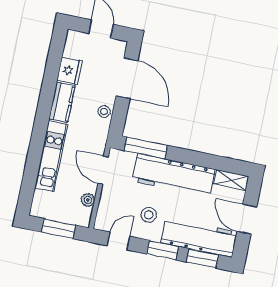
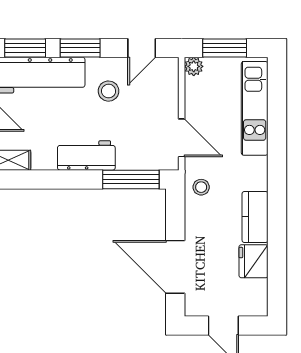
stool: (104, 112) -> (201, 187), moved
kitchen unit: (51, 156) -> (255, 108), moved
workbench: (174, 175) -> (86, 155), width x0.53, depth x0.76
plant: (88, 200) -> (194, 66), moved

